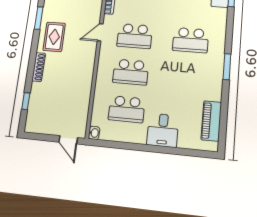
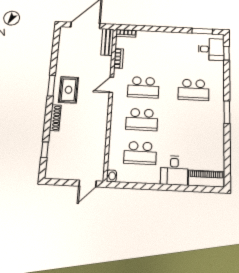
window: (39, 18) -> (51, 86), moved
piano: (211, 121) -> (206, 179), moved, turned 90
door: (68, 140) -> (87, 183), hinge flipped

